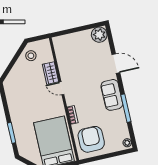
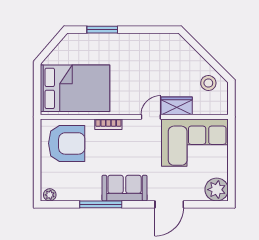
corner sofa: (72, 56) -> (195, 143), added

